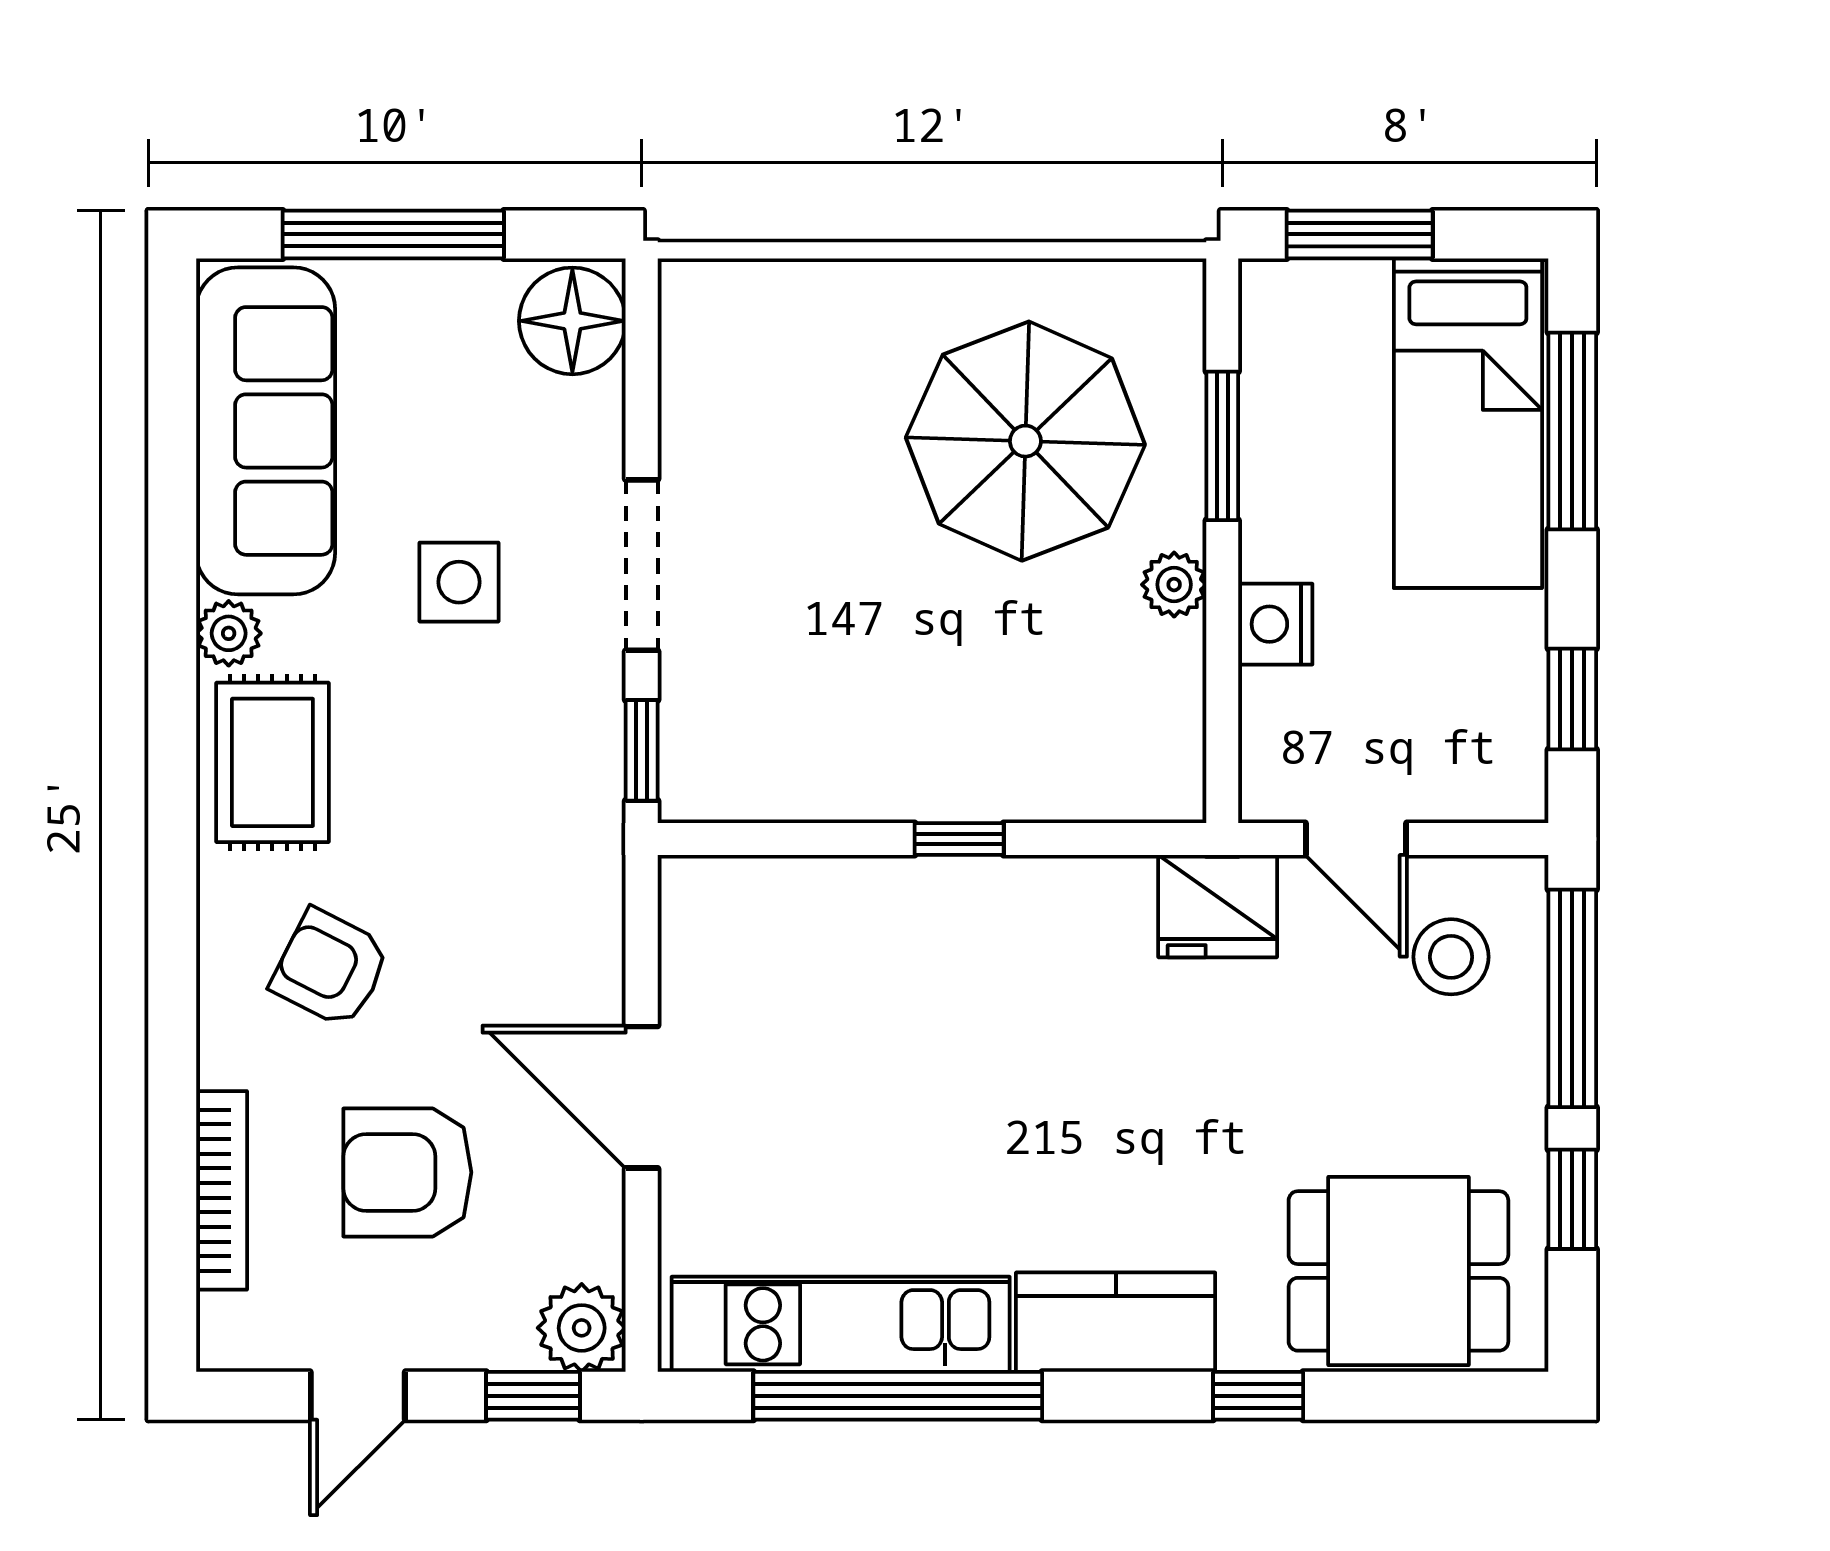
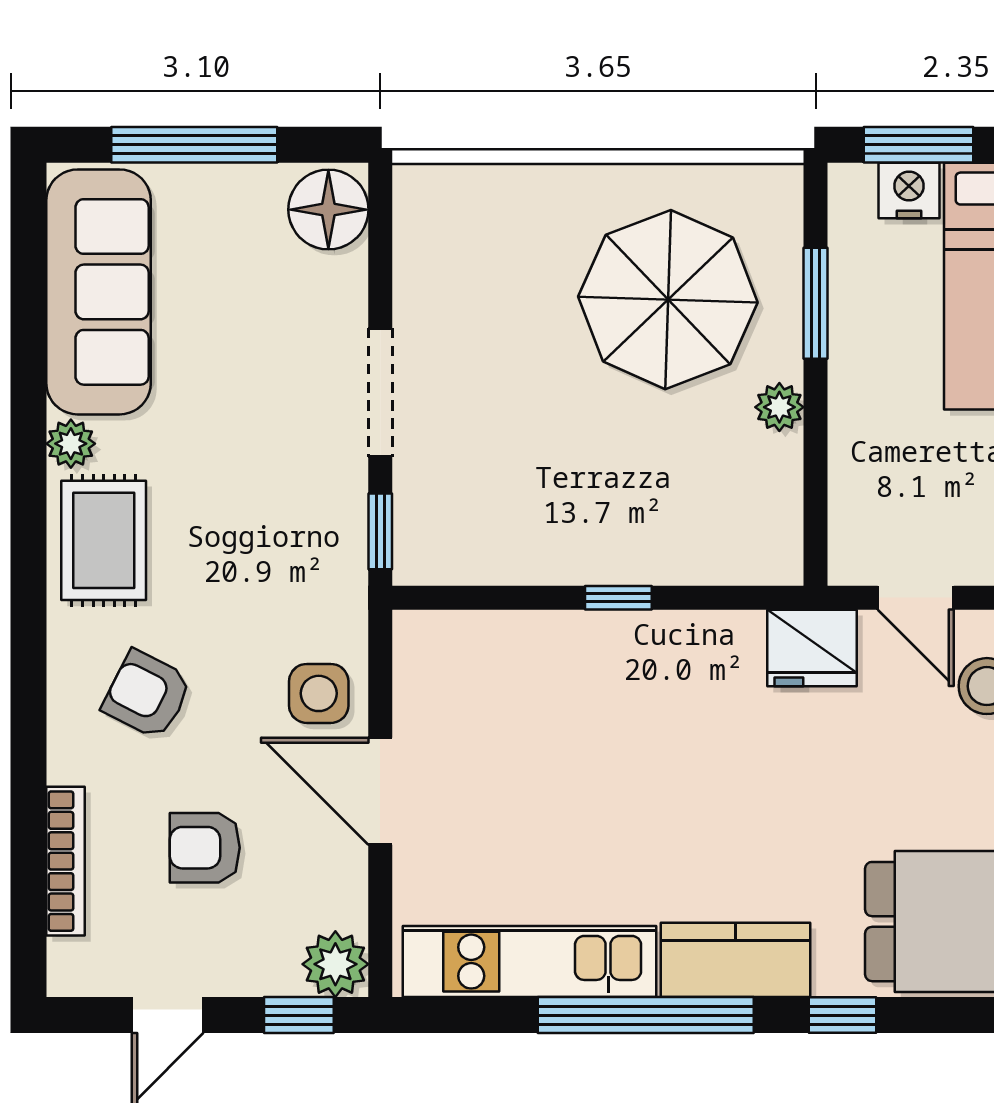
side table: (459, 582) -> (319, 693), moved
nightstand: (1275, 624) -> (909, 190), moved, turned 90
armchair: (407, 1172) -> (205, 848), width x0.72, depth x0.72
window: (898, 1396) -> (646, 1015), moved

